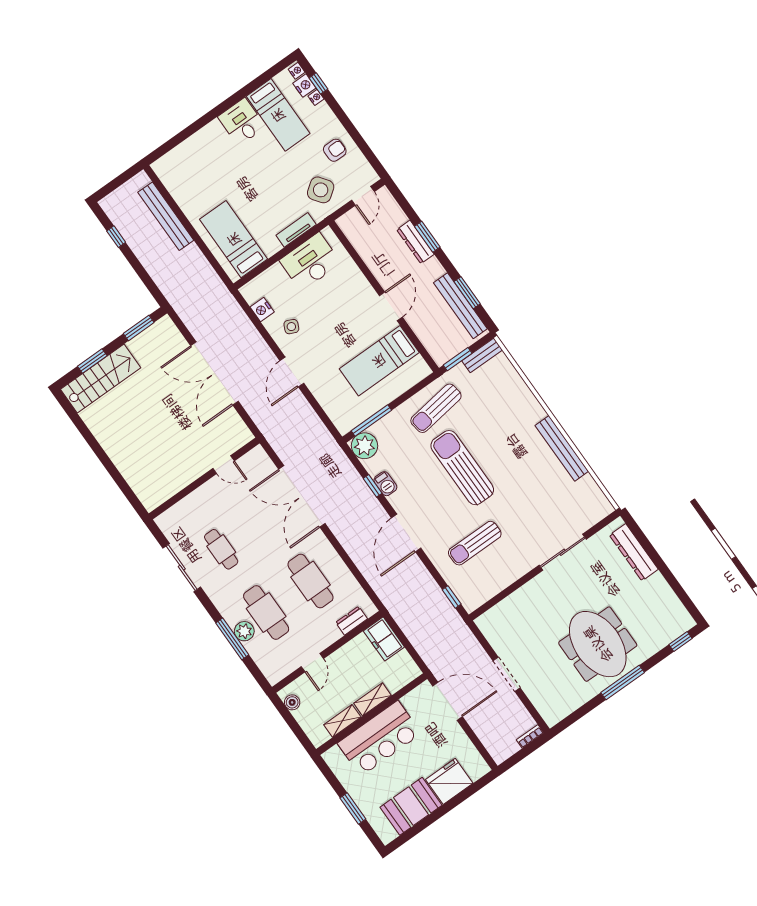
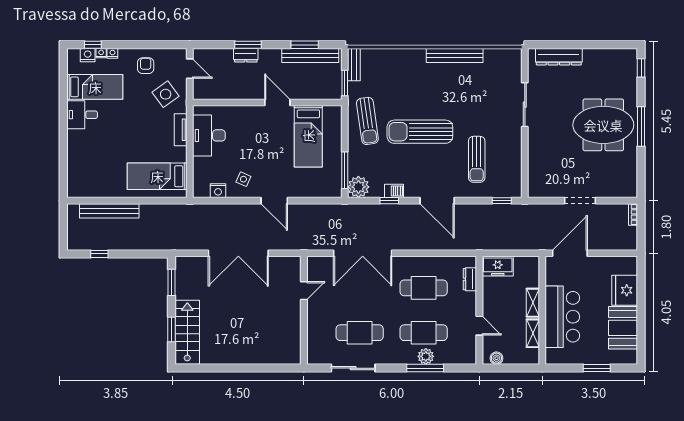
nightstand: (297, 71) -> (112, 53), moved
dresser: (415, 242) -> (246, 55), width x0.70
cafe table: (221, 549) -> (360, 333), width x1.37, depth x1.35

